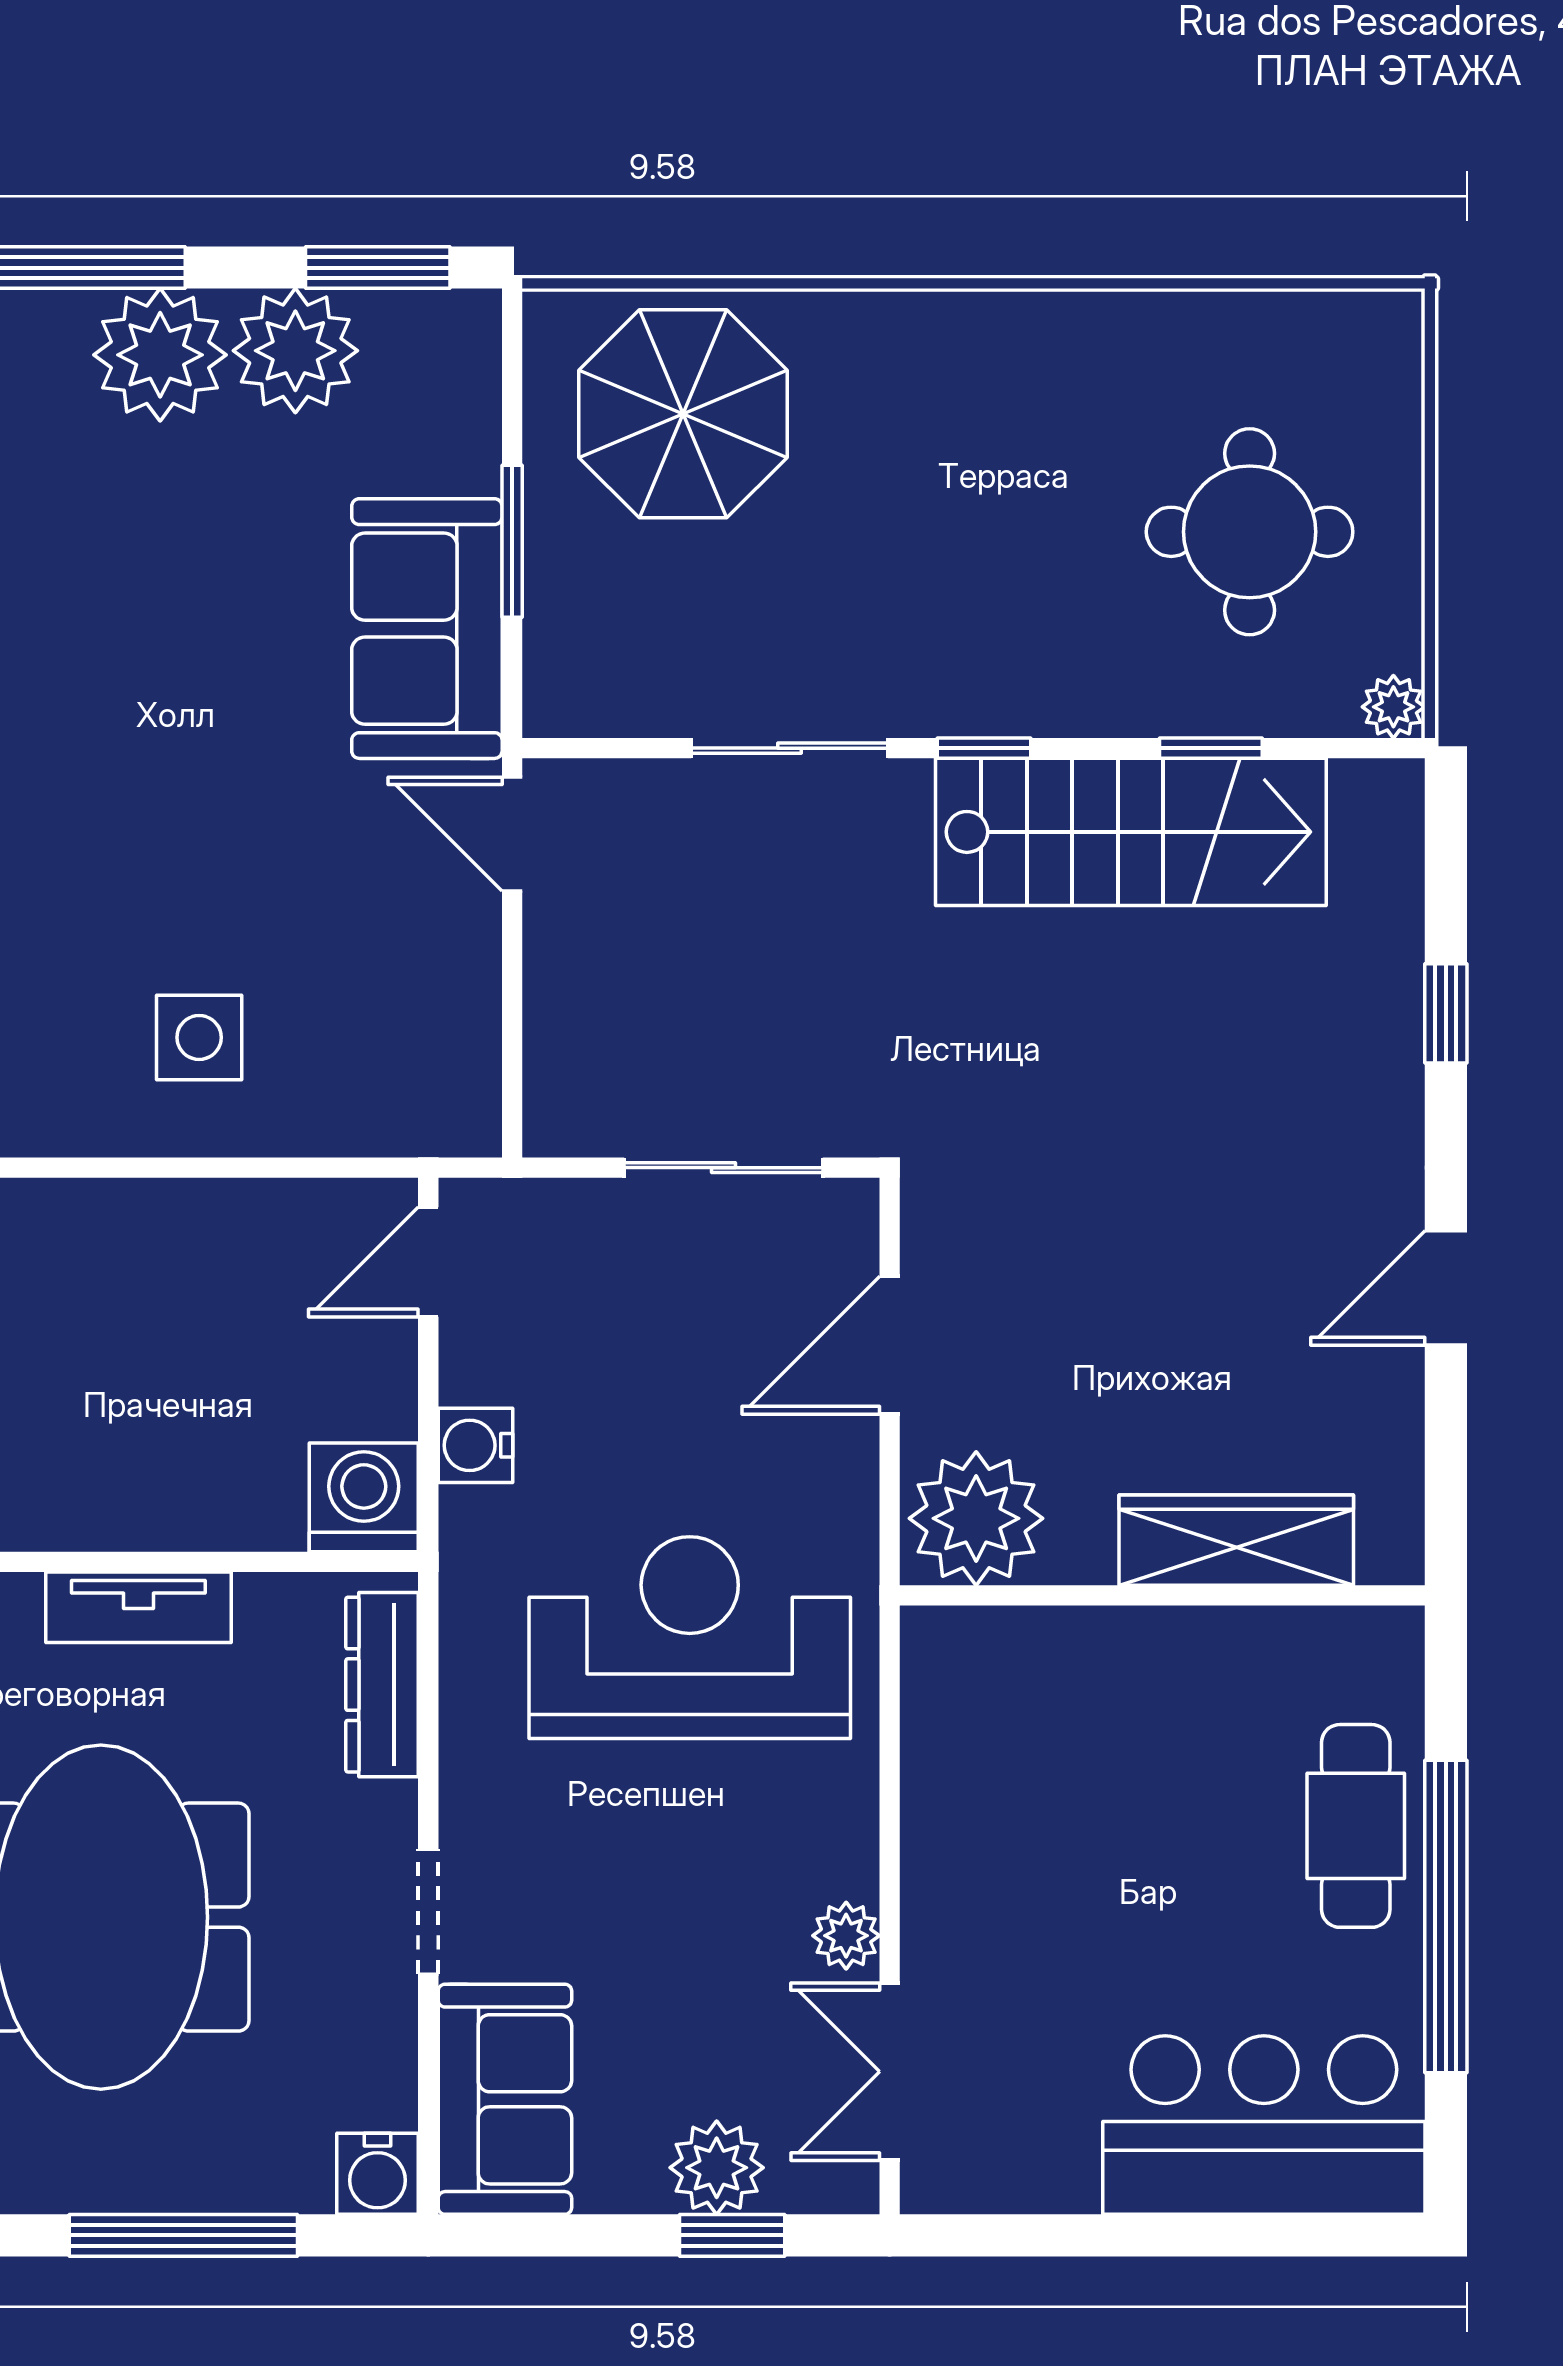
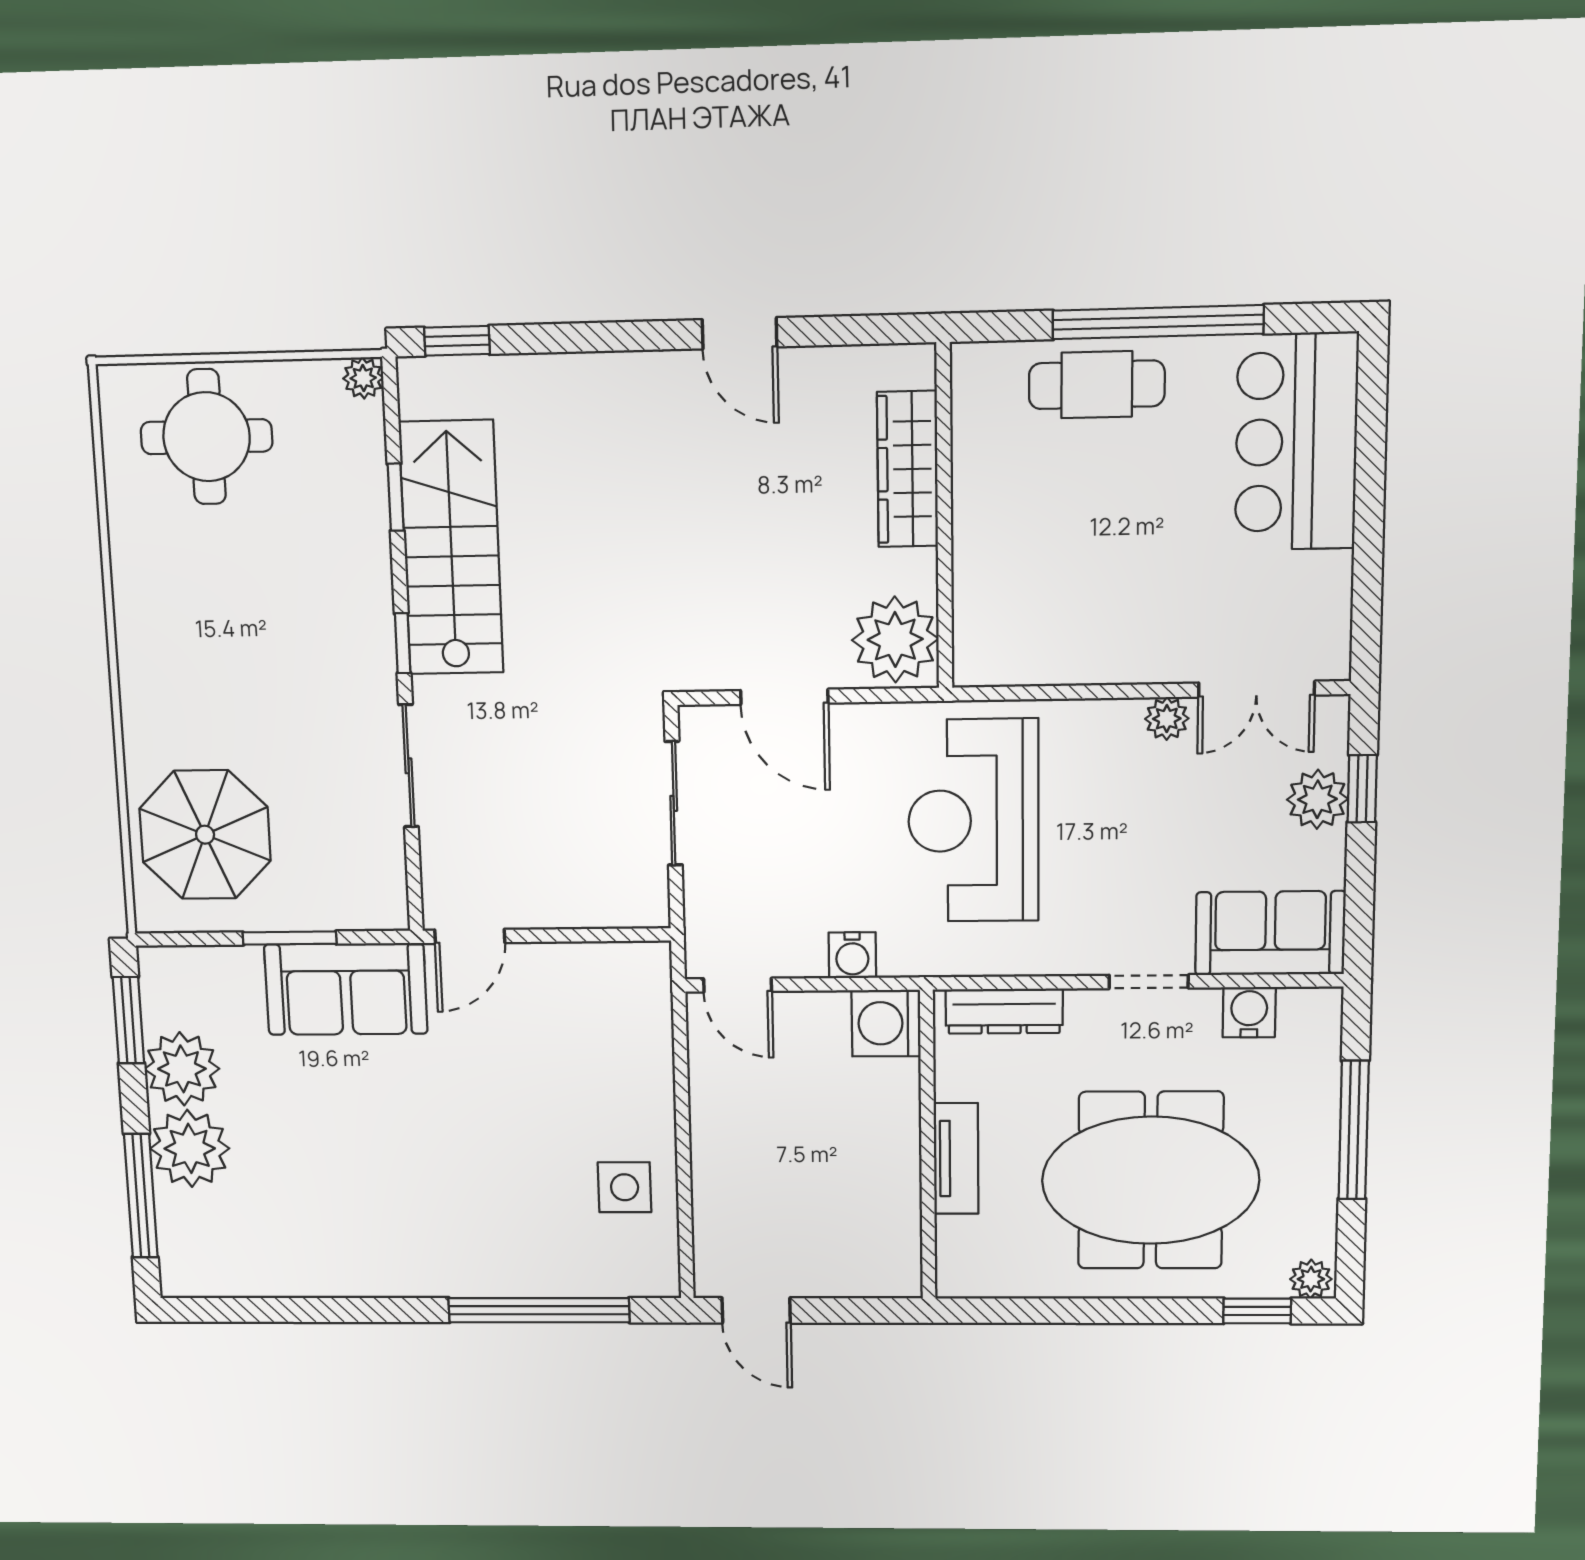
round table: (1250, 532) -> (207, 437), moved
window: (1446, 1013) -> (457, 341), moved
side table: (199, 1037) -> (625, 1187), moved
water cooler: (377, 2174) -> (1249, 1012), moved, turned -90

